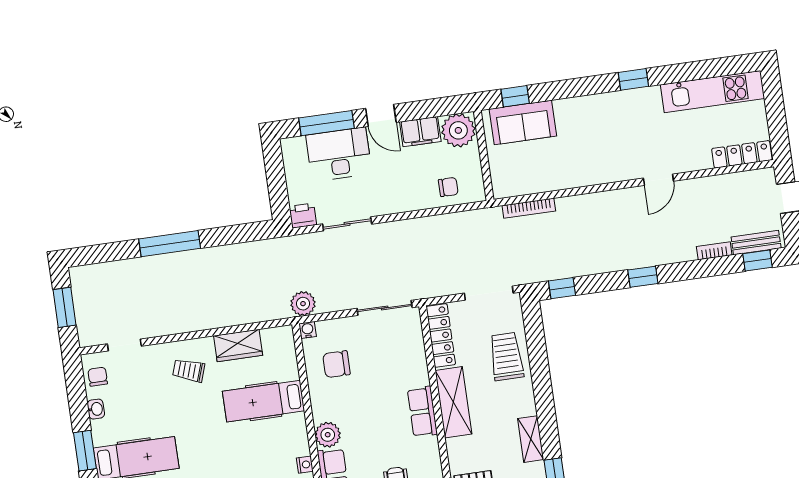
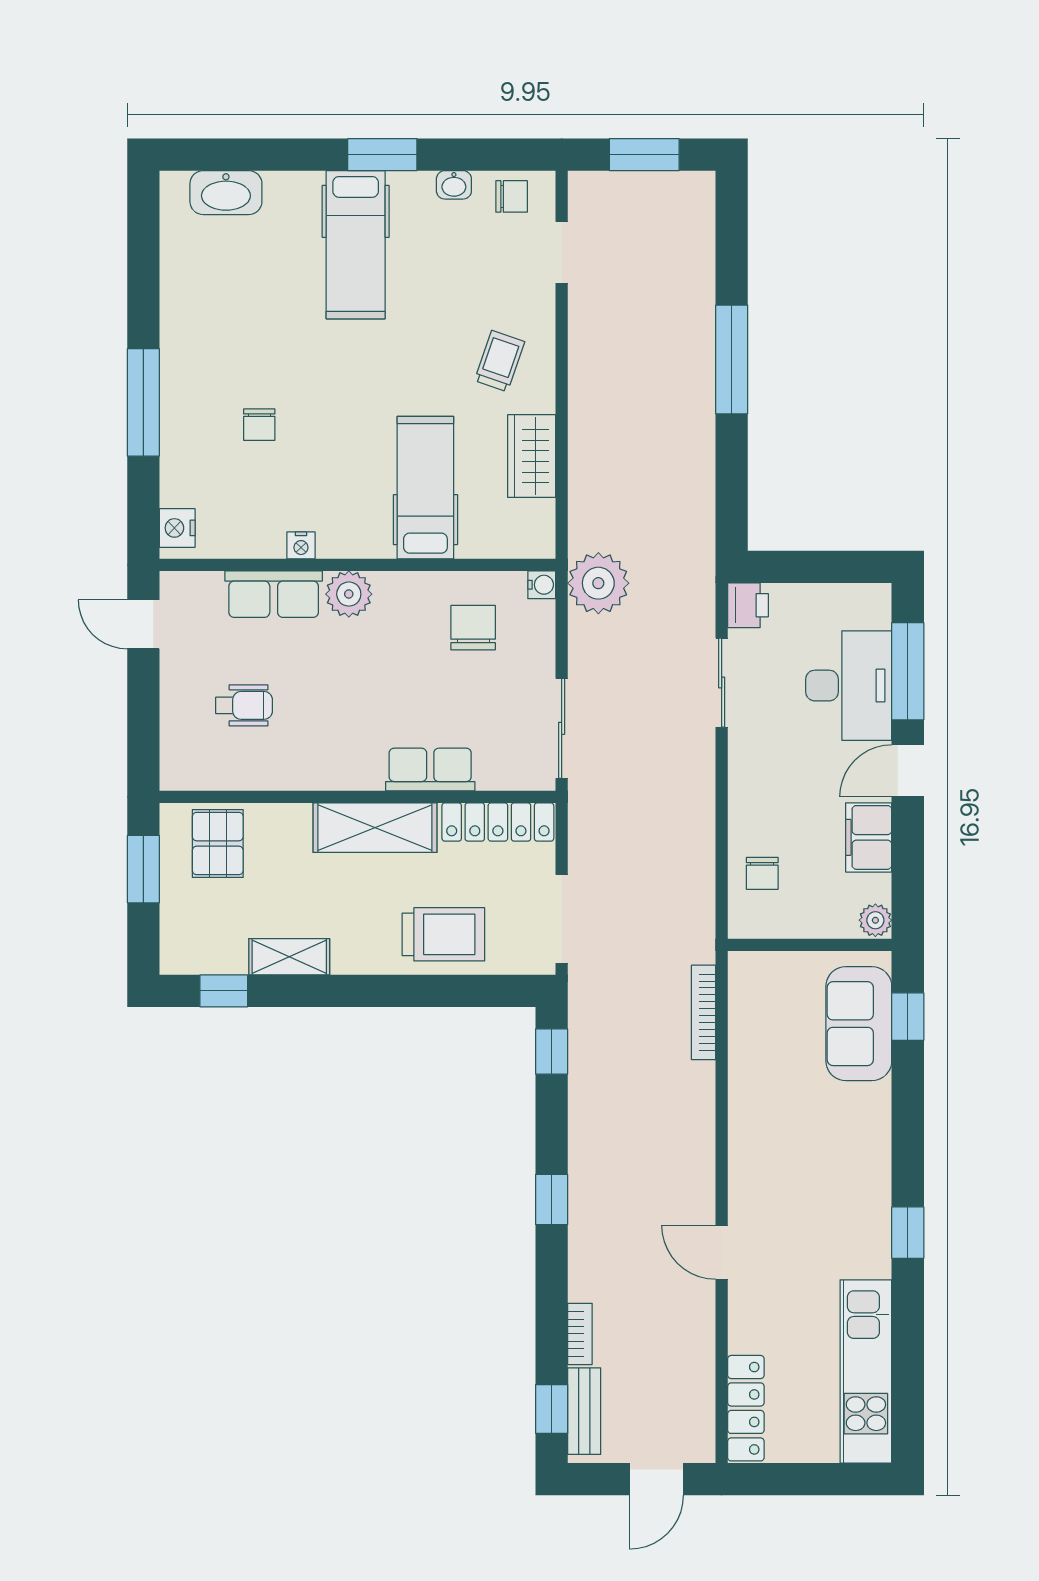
plant: (458, 130) -> (875, 920), width x0.53, depth x0.53
plant: (303, 304) -> (598, 583), width x1.36, depth x1.36
row of seats: (422, 412) -> (430, 770), moved

